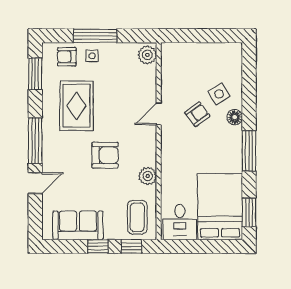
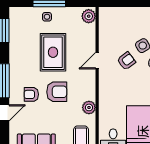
armchair: (67, 57) -> (31, 94), moved
rug: (77, 106) -> (53, 52), moved

